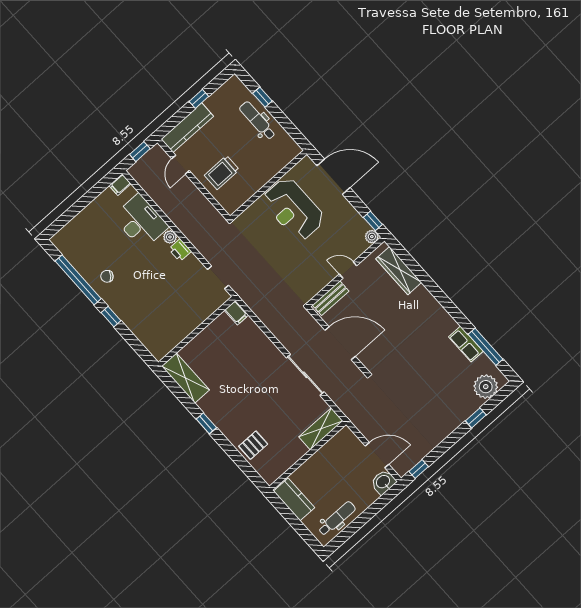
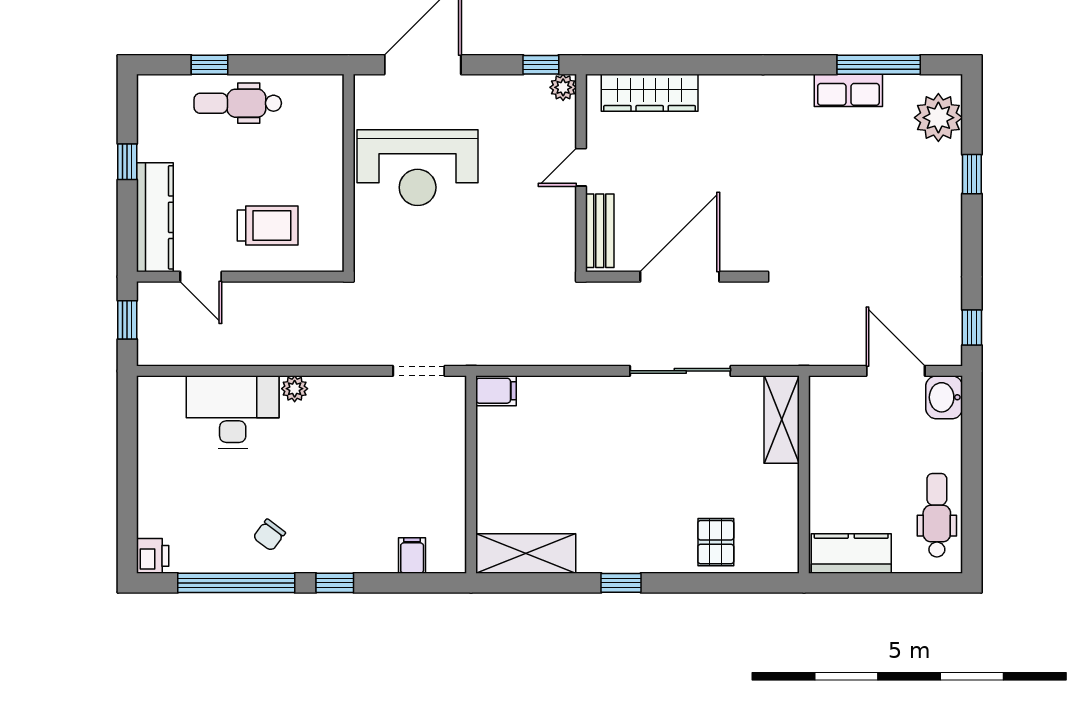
trolley: (222, 173) -> (268, 225), turned -90
filing cabinet: (120, 185) -> (412, 556), moved, turned 180
printer: (180, 250) -> (153, 556), moved, turned -90
door: (377, 455) -> (896, 371), hinge flipped

